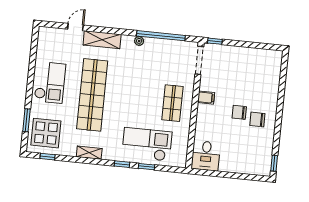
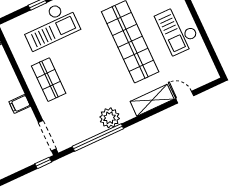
door: (75, 27) -> (185, 97), swing flipped
plant: (139, 41) -> (110, 118), width x1.87, depth x1.87

